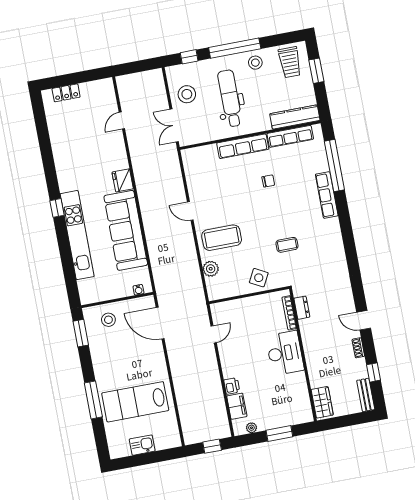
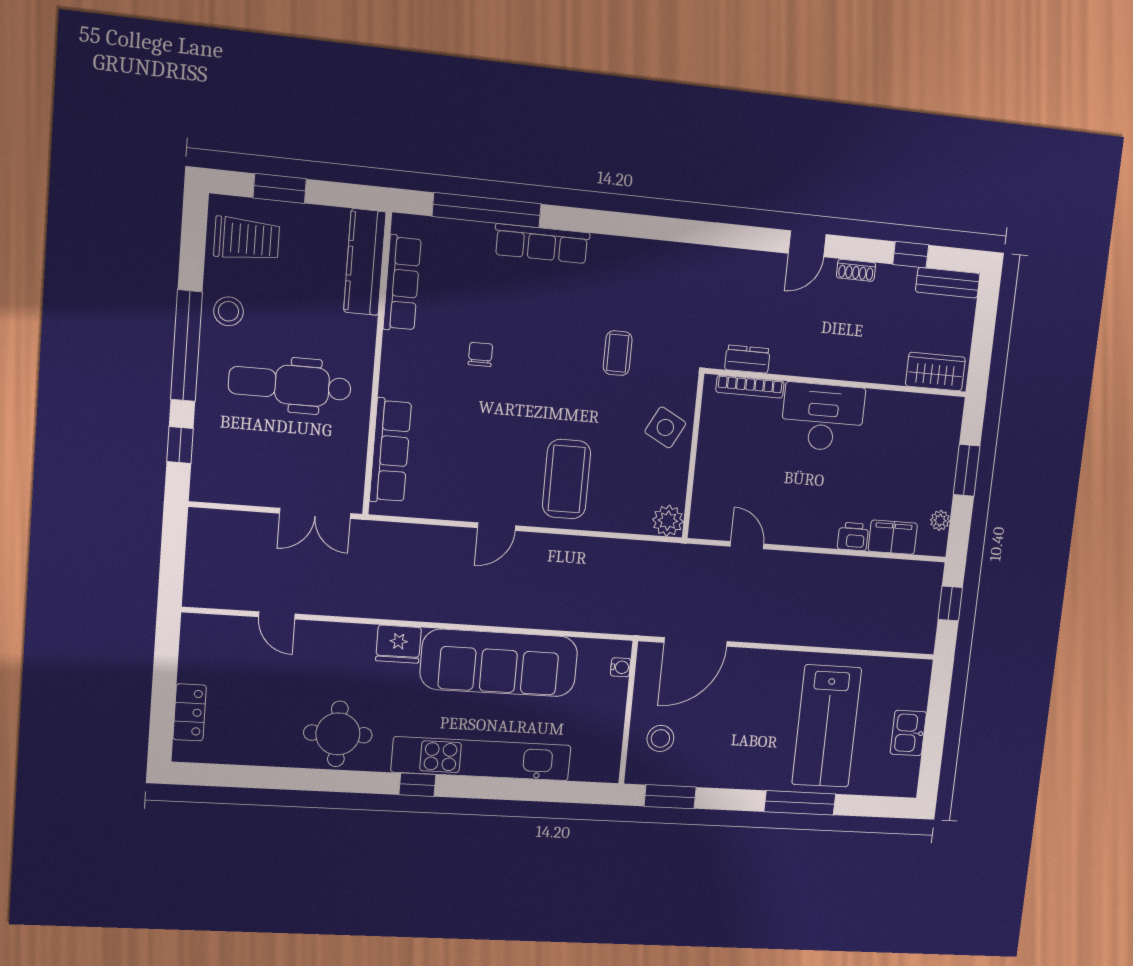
stool: (187, 94) -> (258, 471), removed
row of seats: (243, 146) -> (390, 451), moved
round table: (73, 164) -> (338, 734), added
plant: (211, 269) -> (668, 521), moved

